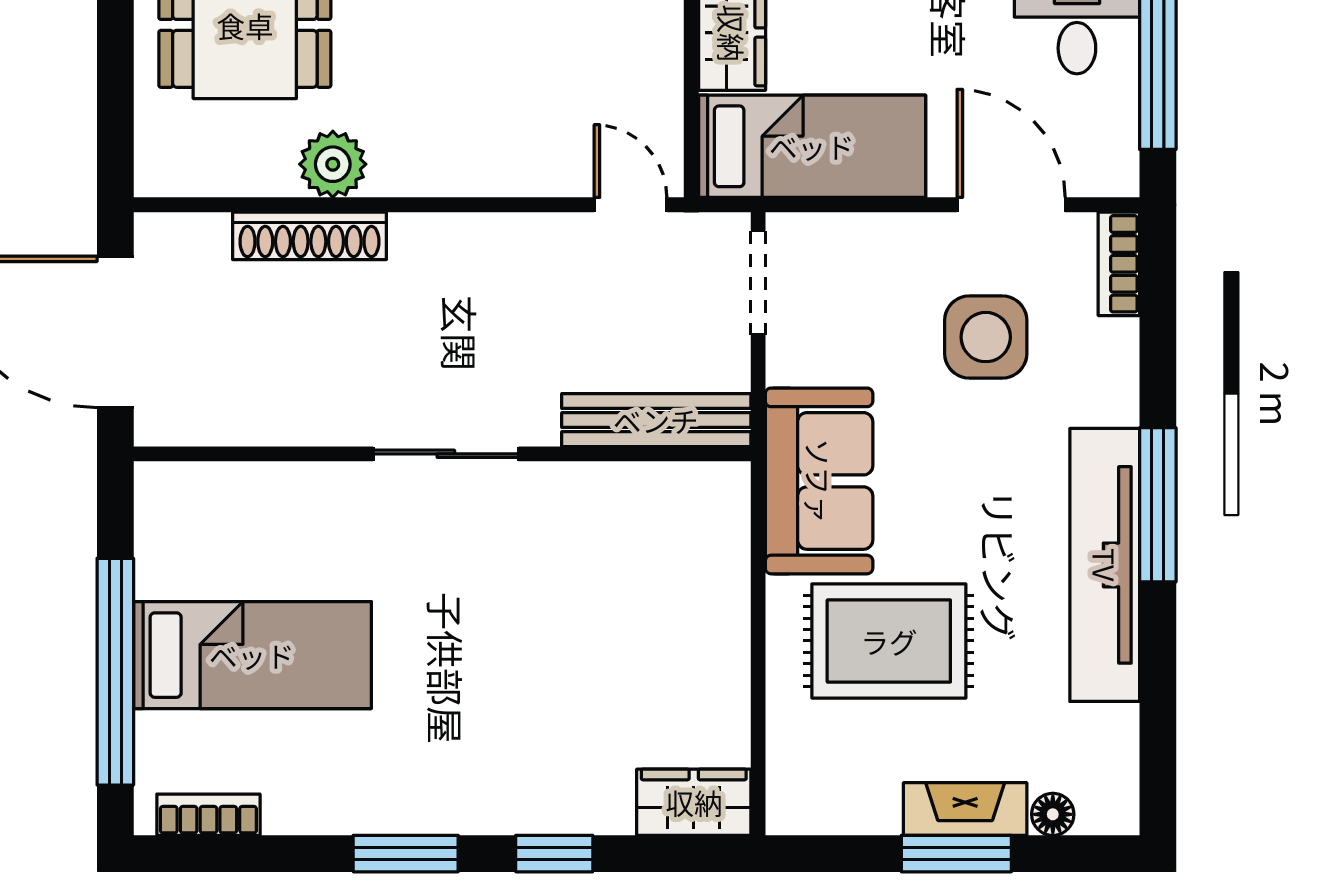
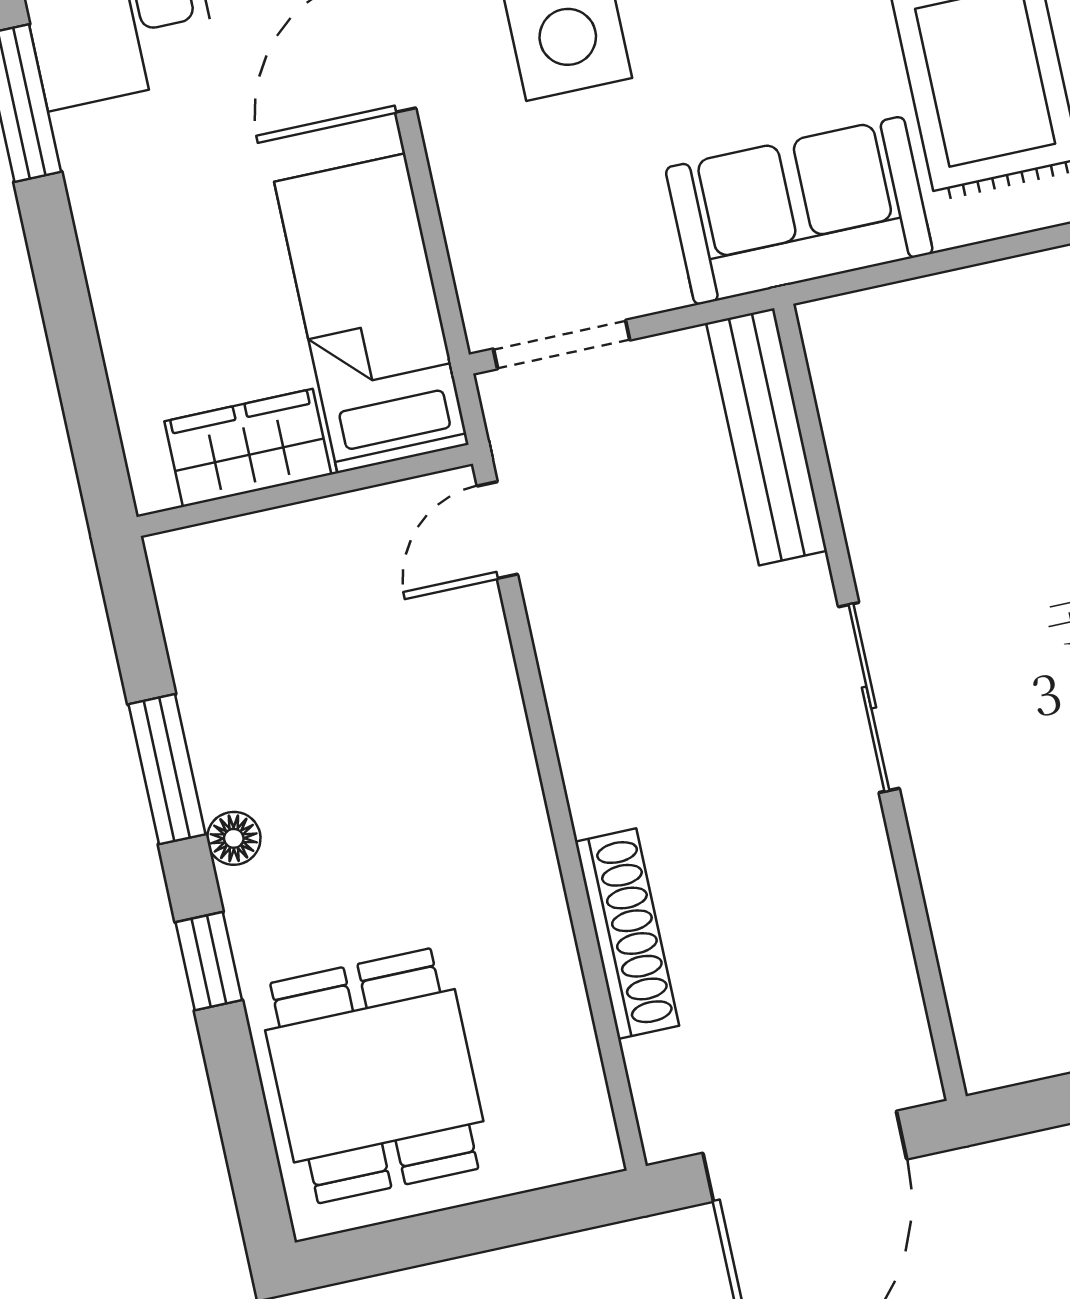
plant: (333, 164) -> (529, 924), removed

